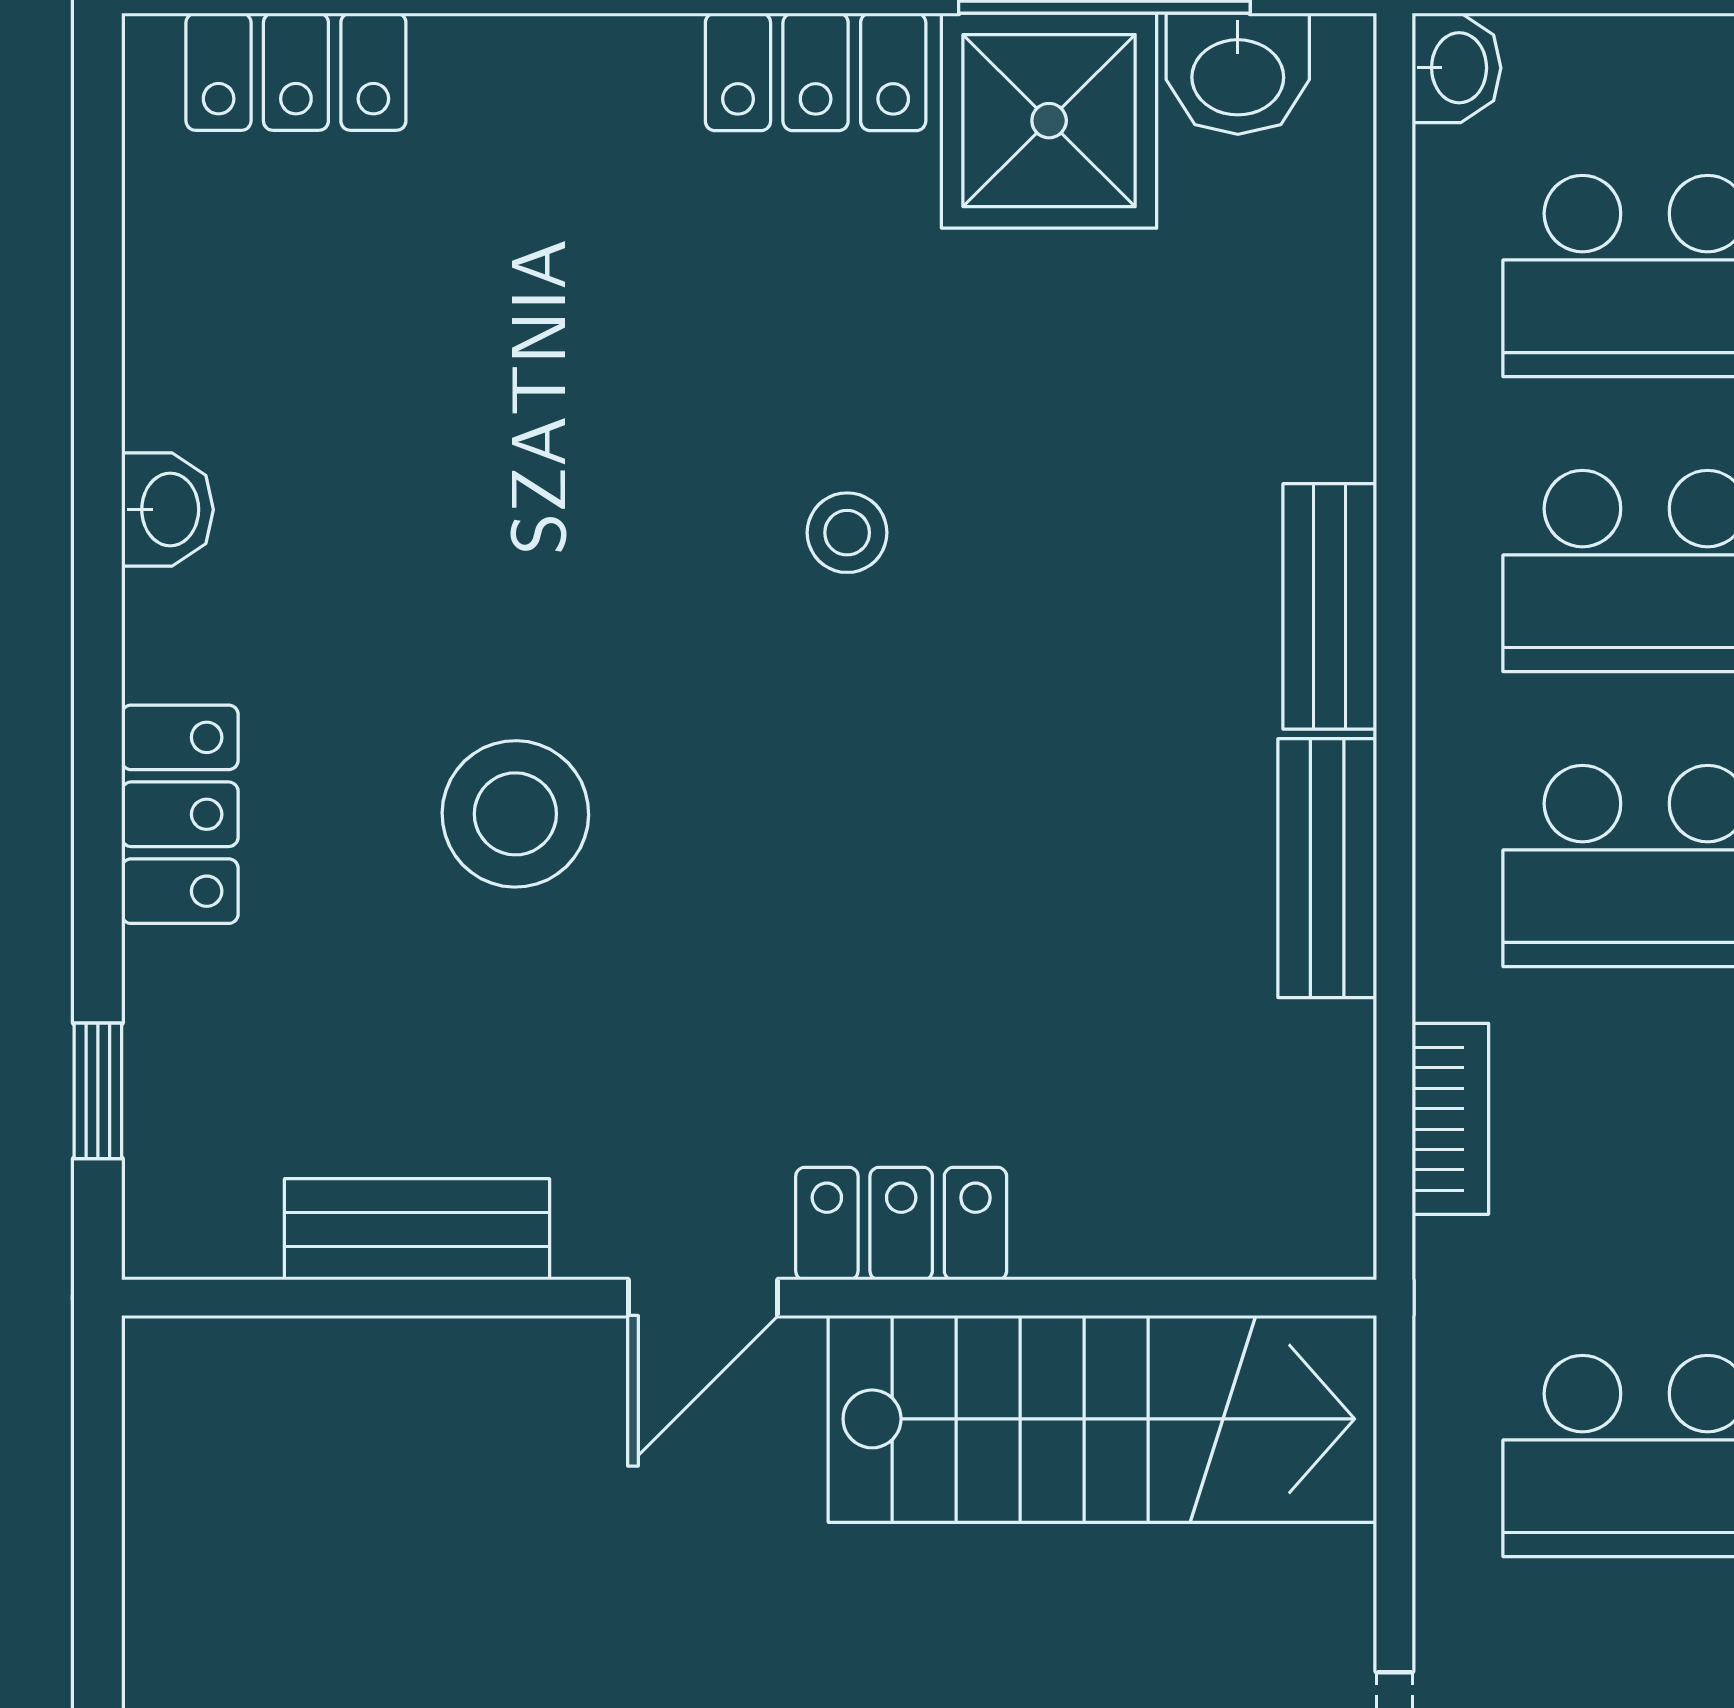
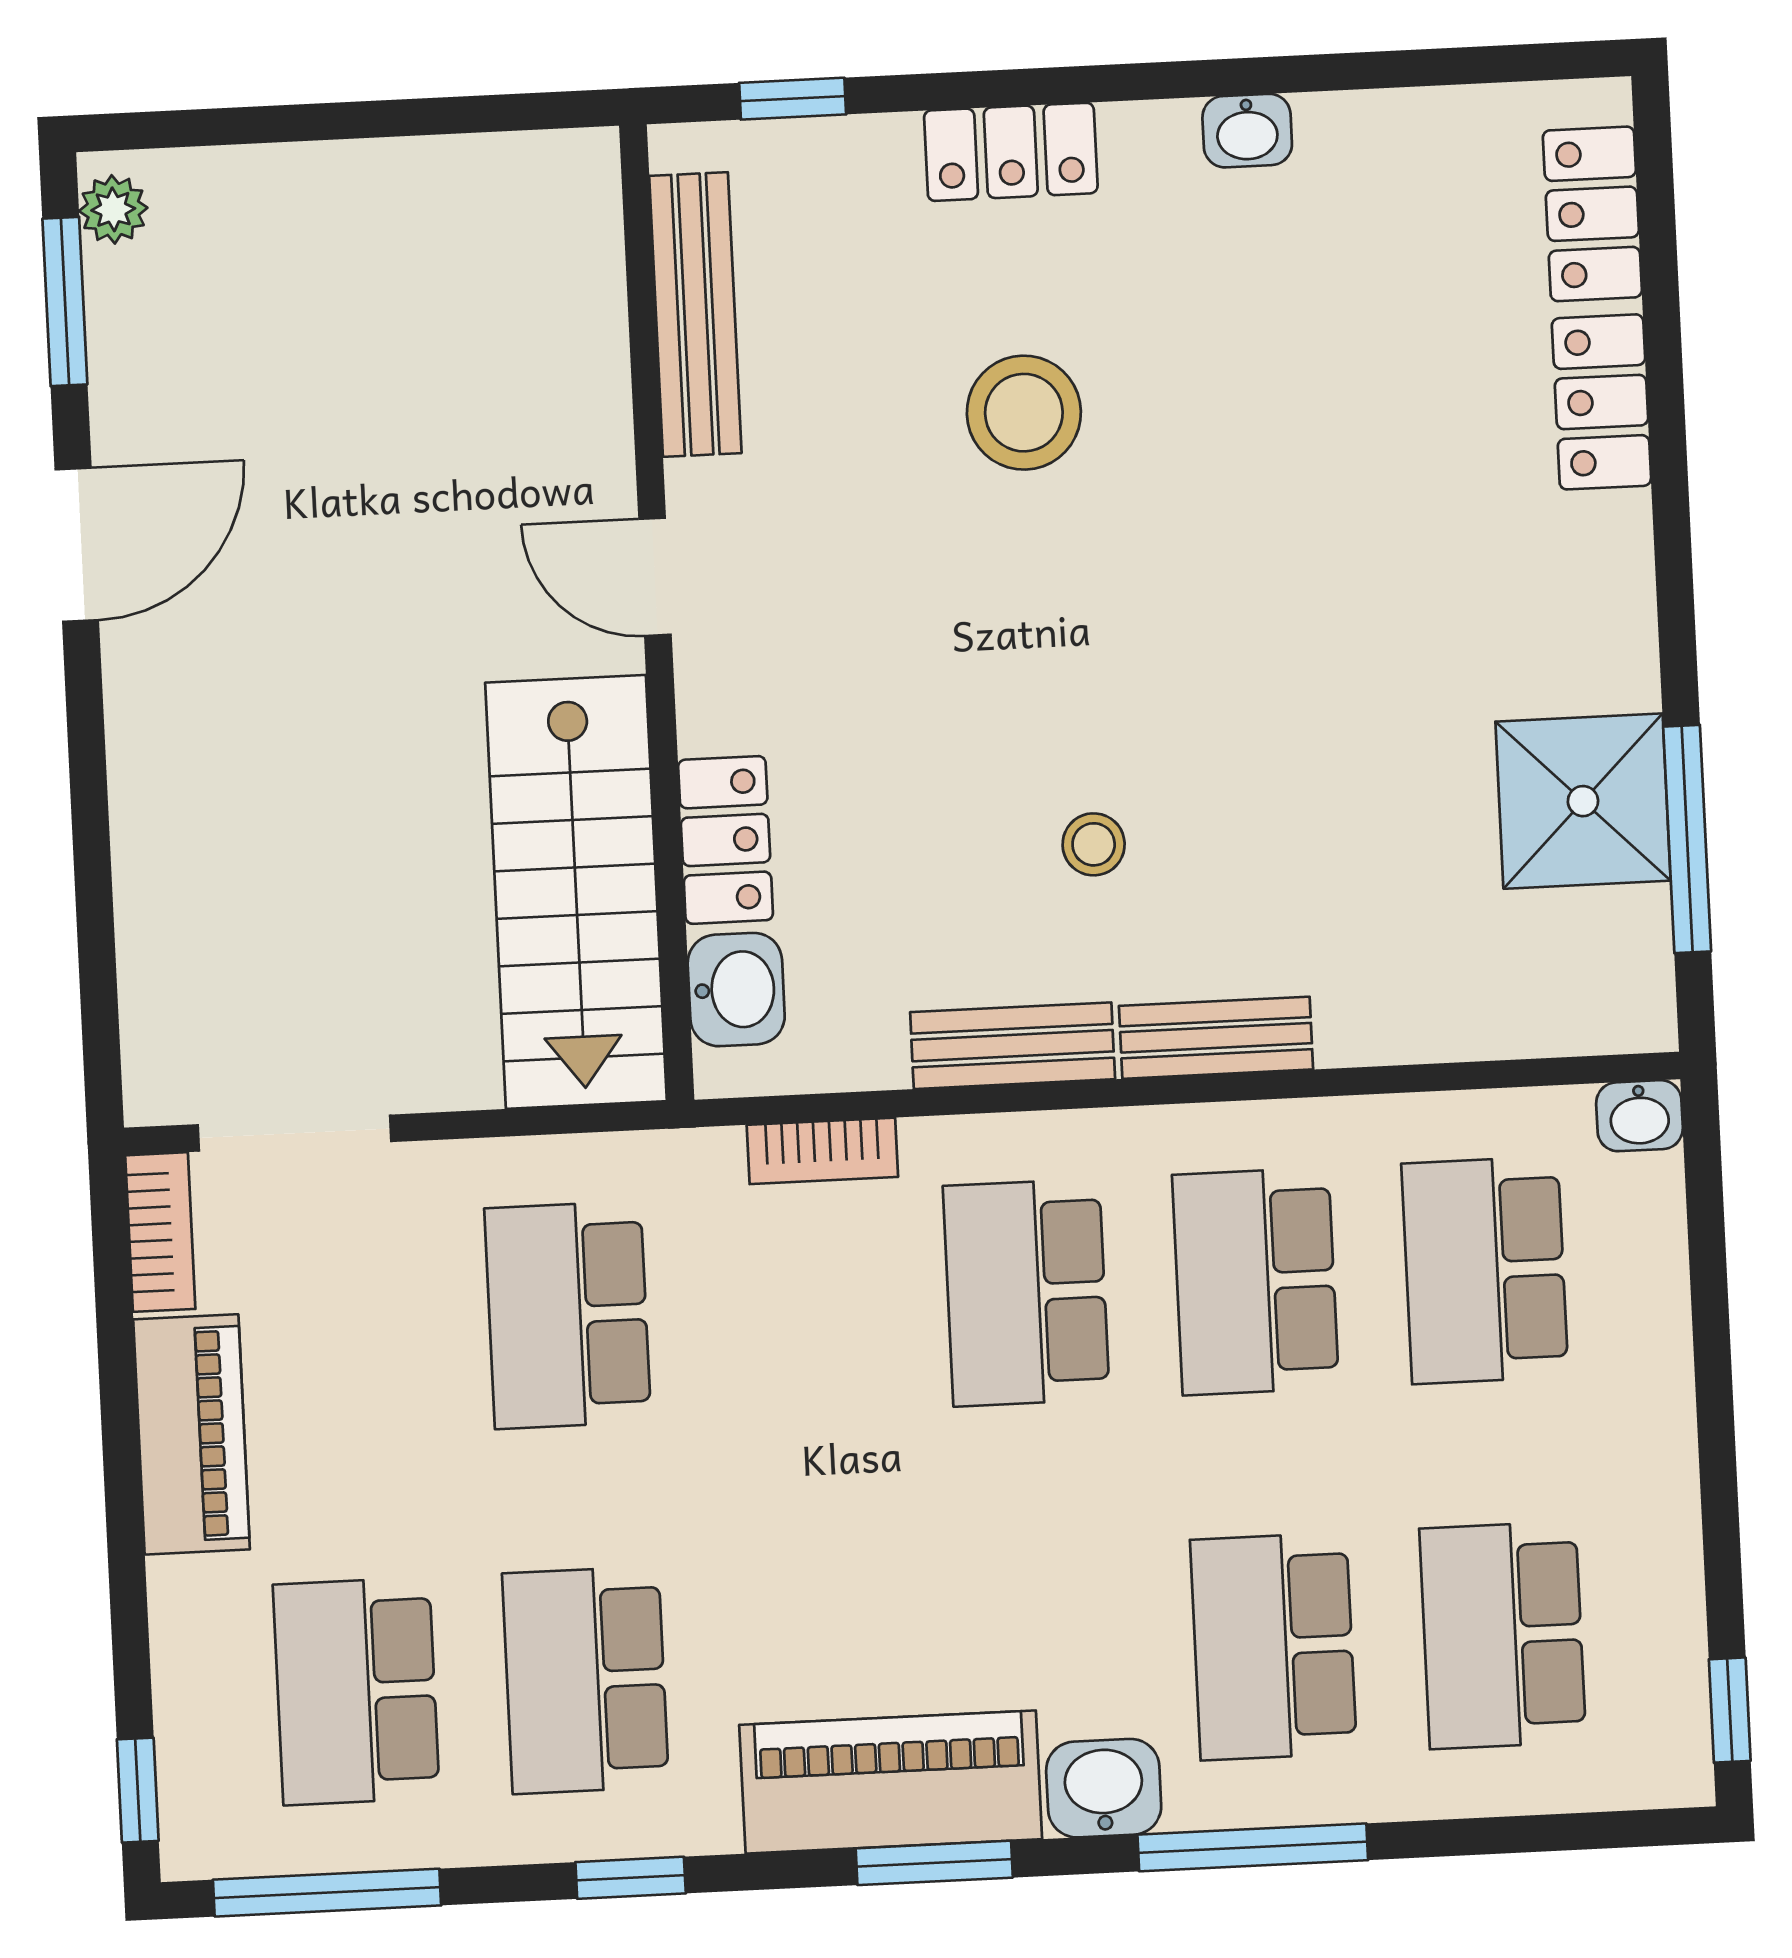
locker: (816, 72) -> (1601, 402), moved
washbasin: (1238, 74) -> (736, 990), moved, turned 180
stool: (847, 533) -> (1094, 844), moved
locker: (901, 1224) -> (726, 840), moved
bench: (417, 1229) -> (695, 315), width x1.36

